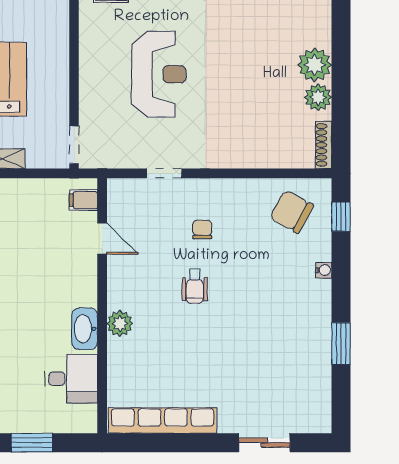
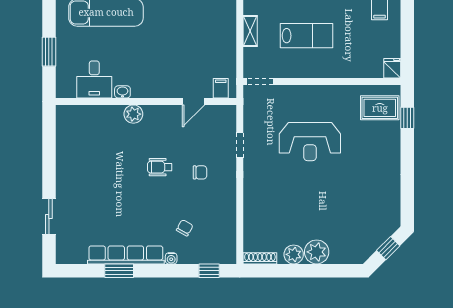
chair: (292, 212) -> (185, 228), moved, width x0.54, depth x0.54
washbasin: (85, 329) -> (122, 92), width x0.52, depth x0.69
row of seats: (163, 420) -> (126, 255), moved, turned -90

